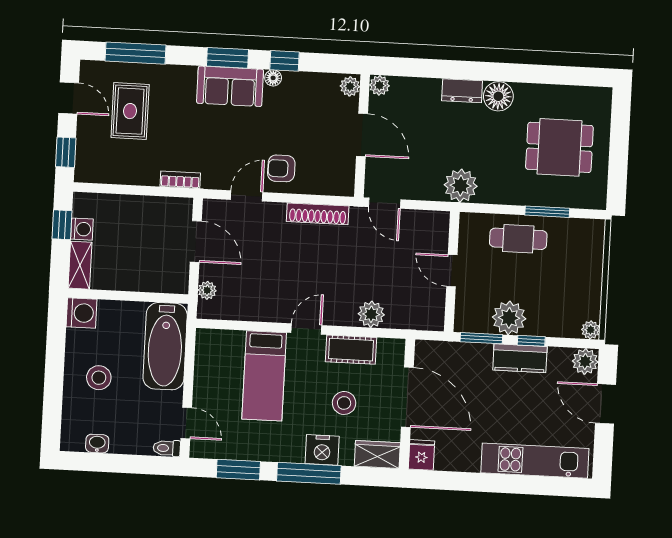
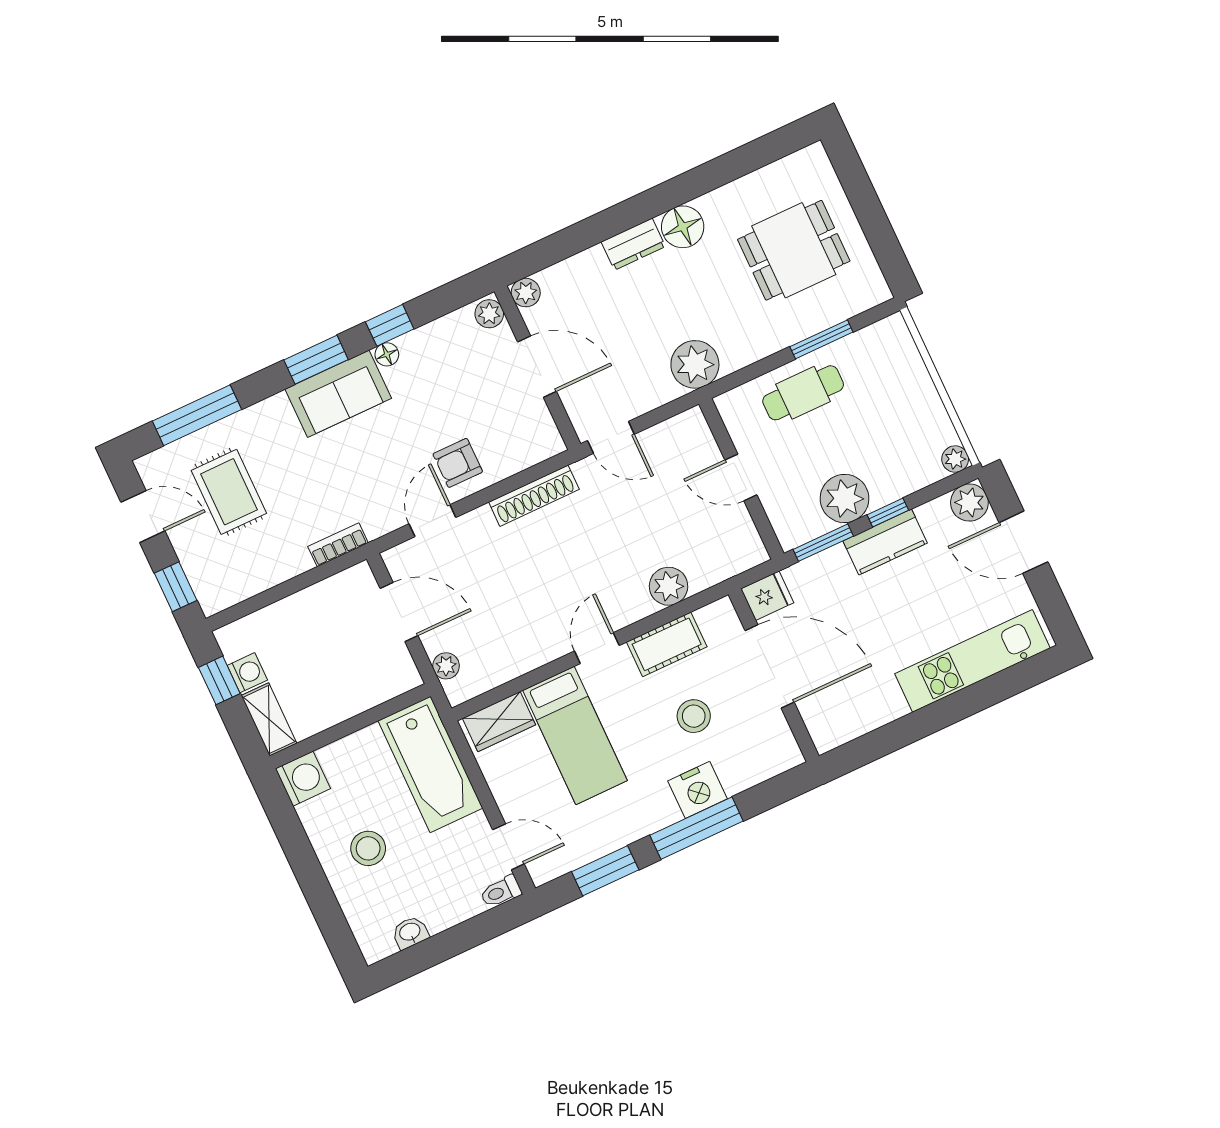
wardrobe: (377, 454) -> (499, 722), moved, turned 180
fridge: (422, 455) -> (767, 596), moved, turned 90

